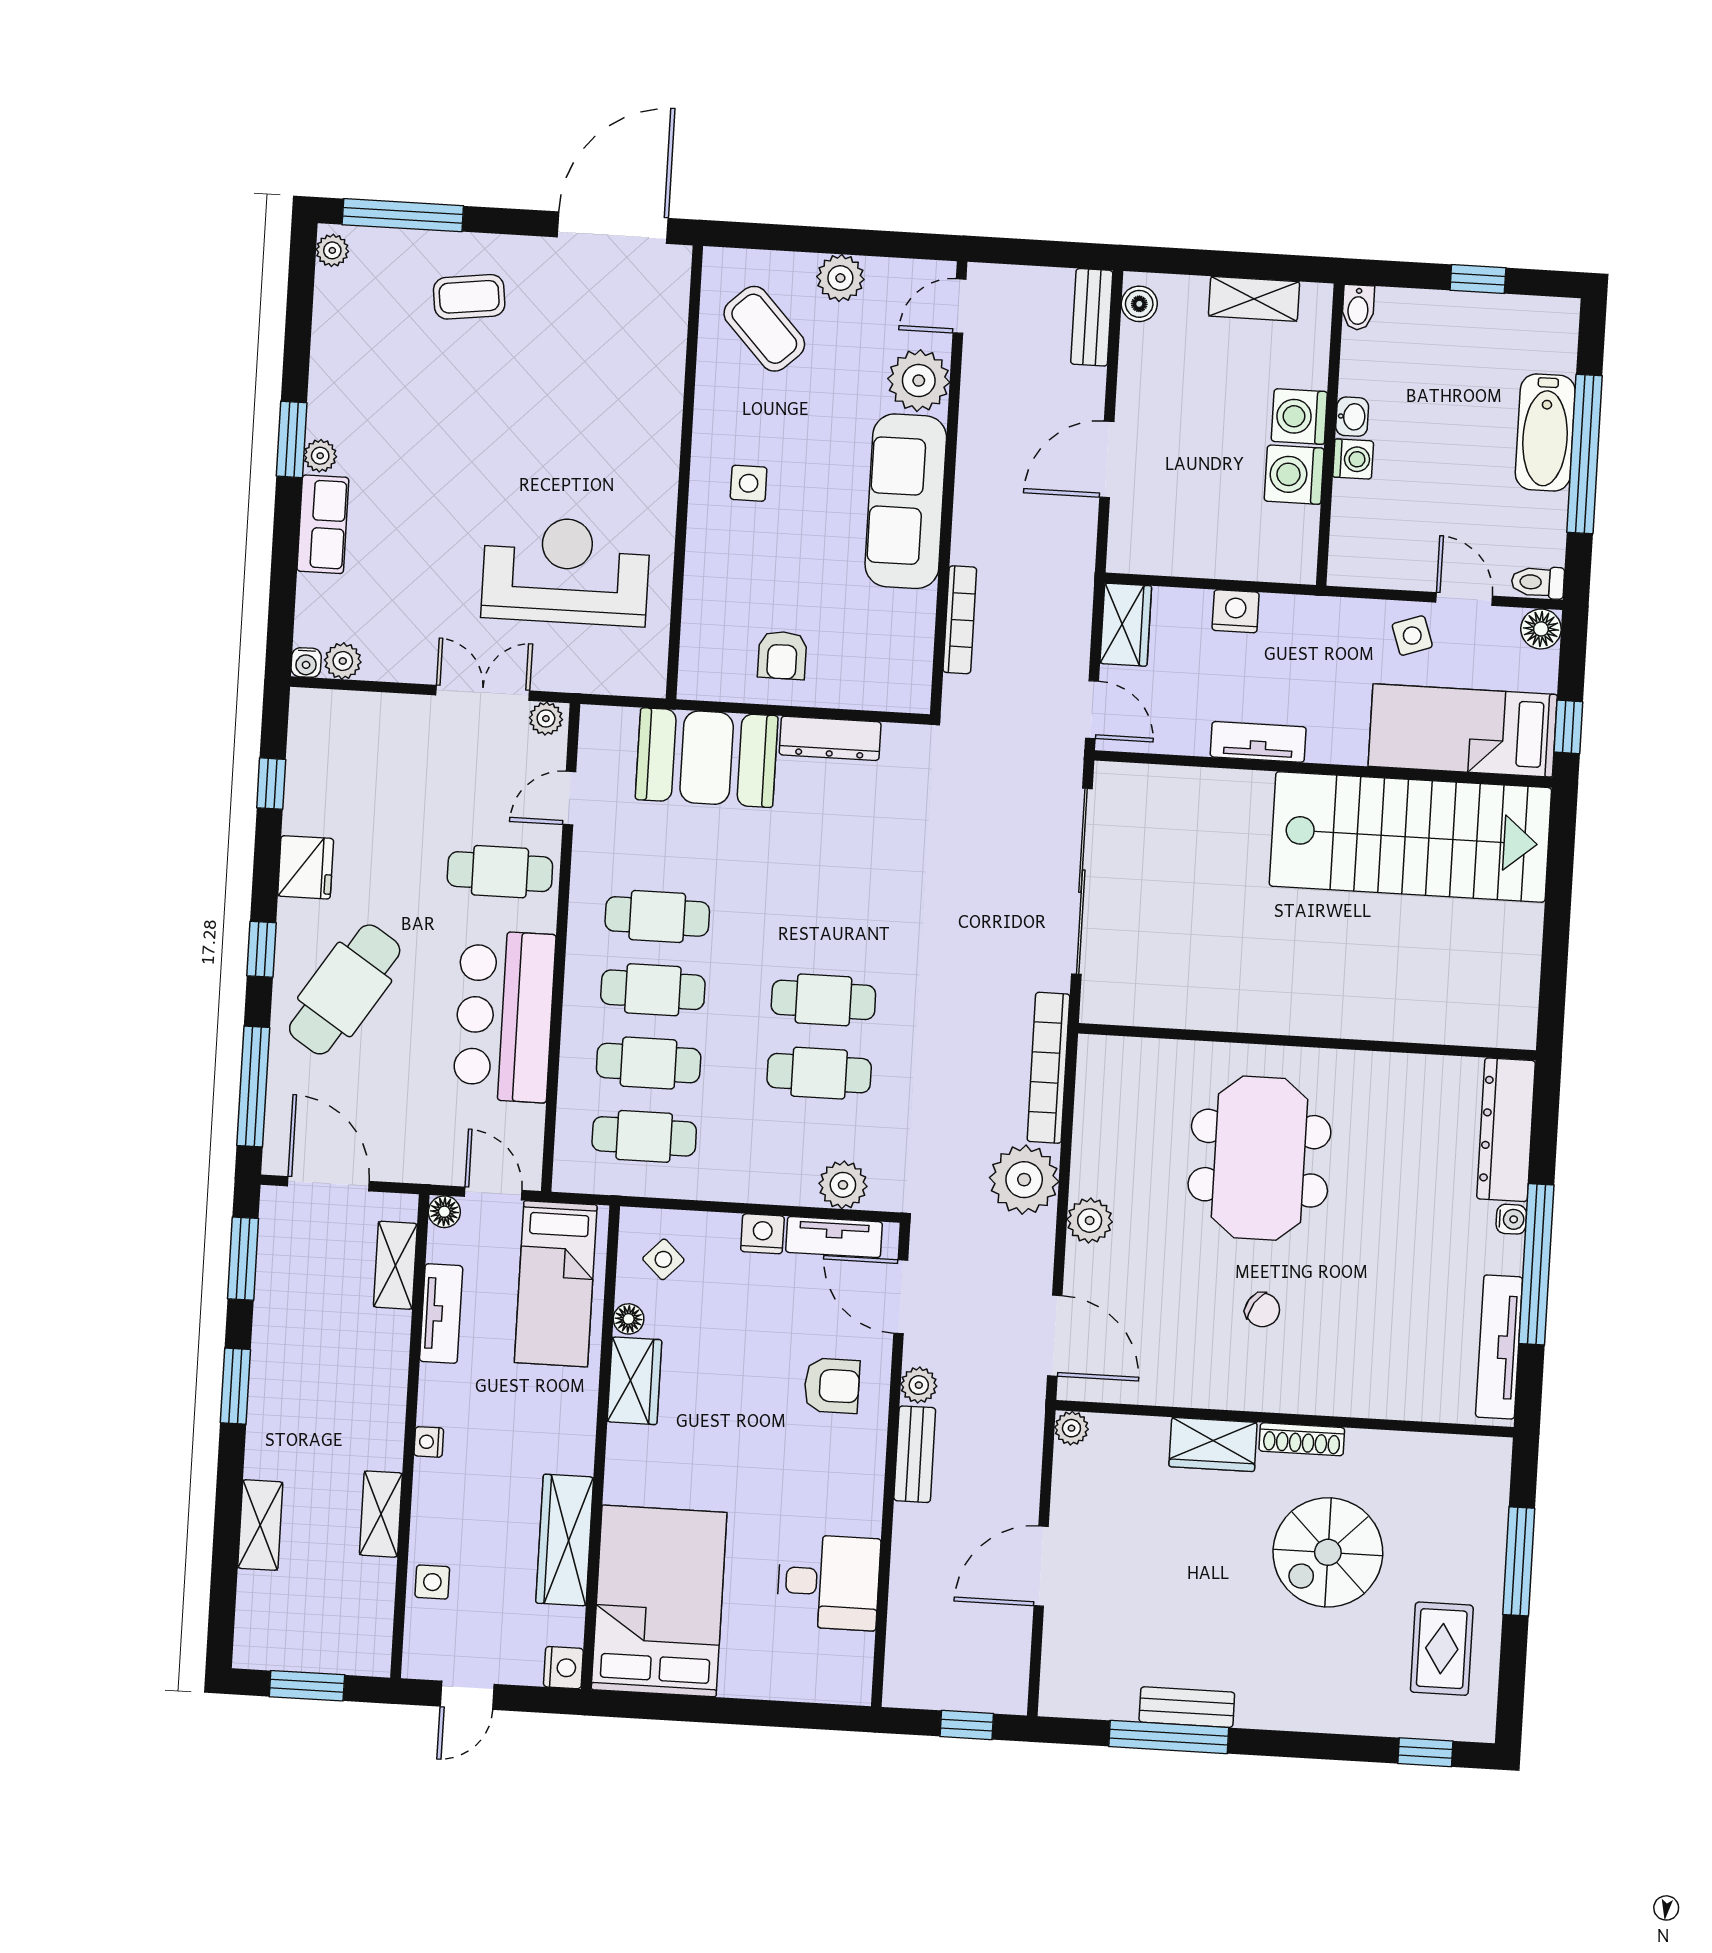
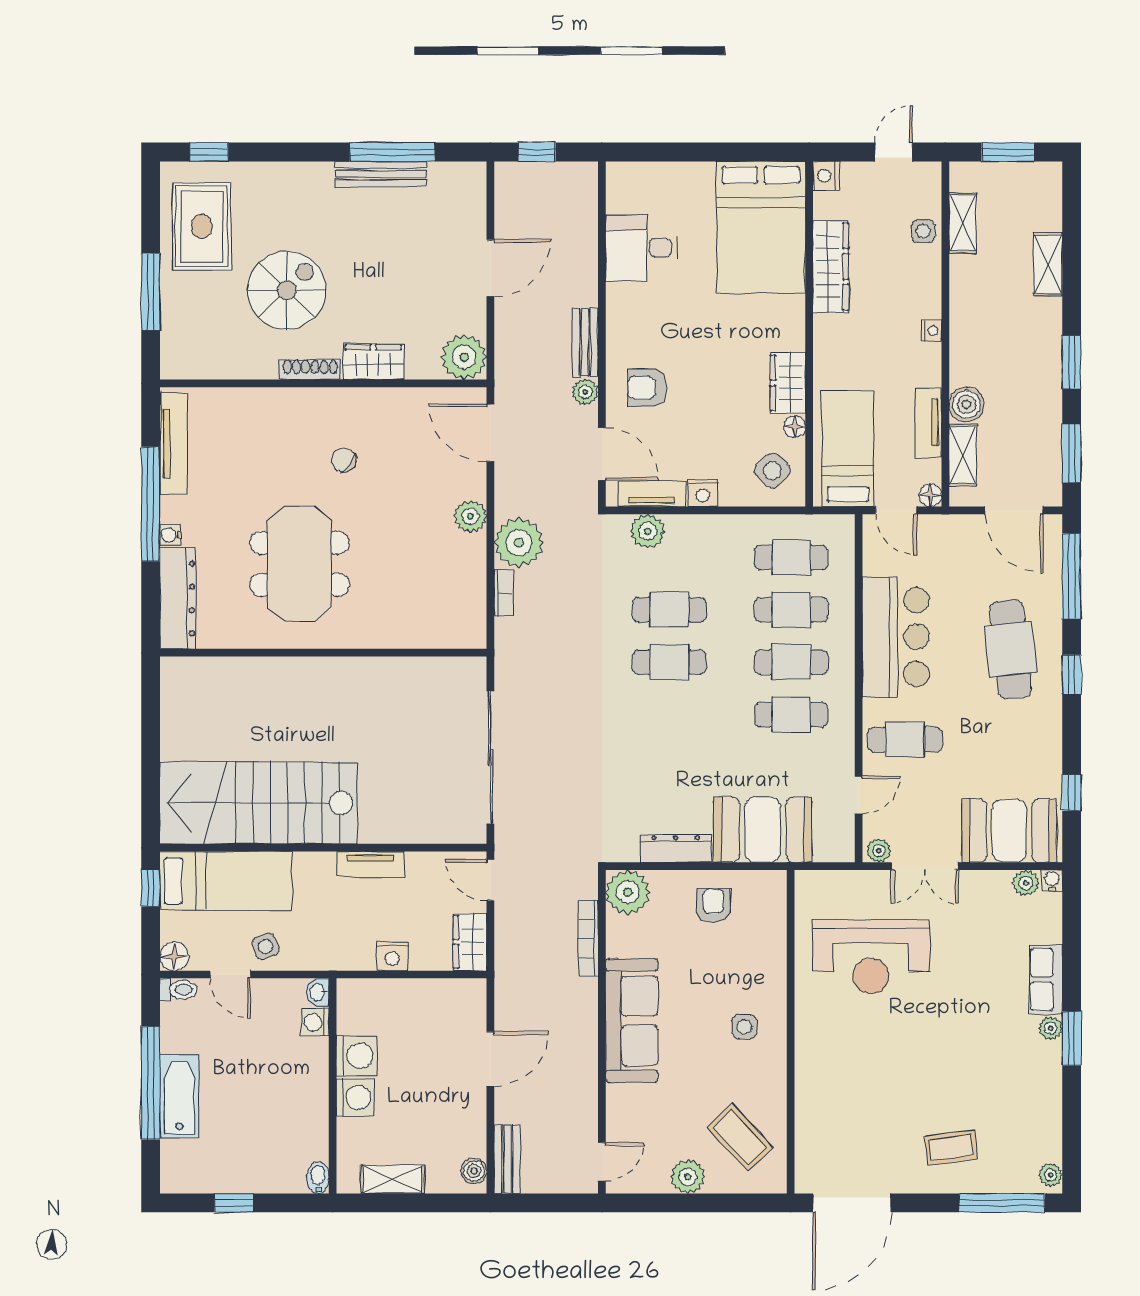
plant: (919, 381) -> (628, 892), moved
washbasin: (1352, 417) -> (318, 992), moved
washing machine: (1353, 459) -> (315, 1022), moved
booth: (362, 735) -> (1009, 831), added
fridge: (306, 867) -> (1044, 735), removed
cafe table: (345, 989) -> (1011, 649), turned -39
bookcase: (1048, 1068) -> (503, 593), width x0.43, depth x0.76
meeting table: (1259, 1158) -> (300, 564), moved
side table: (663, 1259) -> (772, 471), width x1.37, depth x1.37
boiler: (386, 1336) -> (966, 404), added
plant: (1071, 1428) -> (464, 357), width x1.88, depth x1.88
shelving: (381, 1514) -> (963, 223), moved
rug: (1442, 1649) -> (202, 226), width x1.36, depth x1.43
bench: (1187, 1707) -> (381, 174), width x1.36

